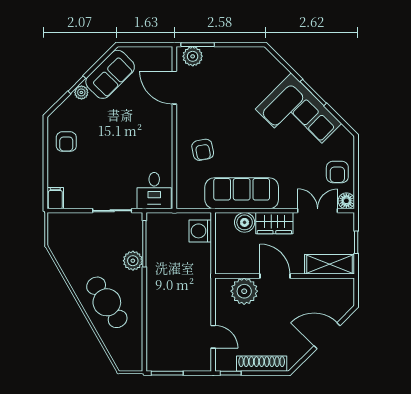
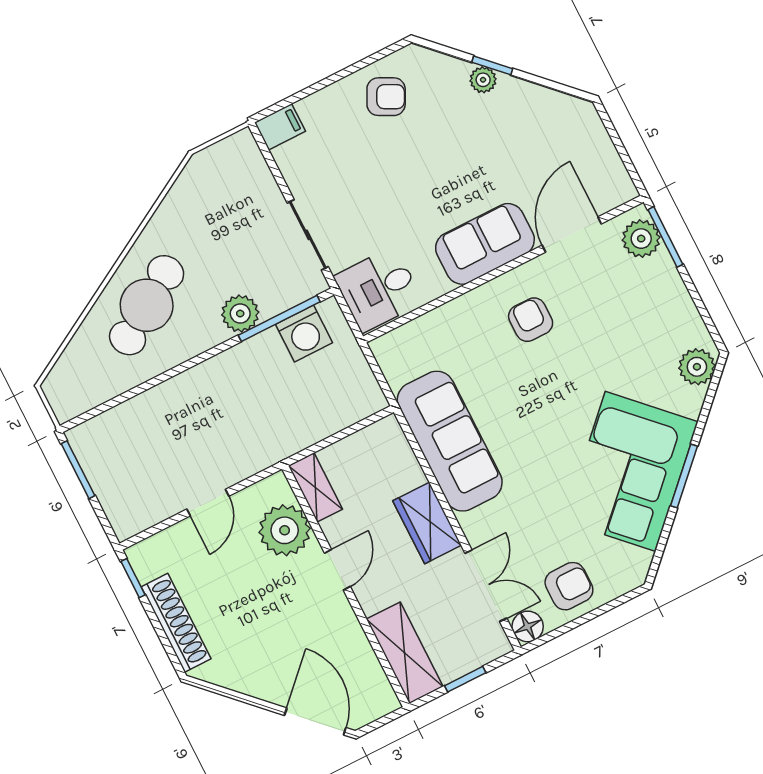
plant: (265, 61) -> (697, 367), added
sofa: (110, 74) -> (485, 244), moved, turned 135
armchair: (66, 142) -> (386, 97), turned -153
armchair: (203, 150) -> (531, 320), moved, turned 101
armchair: (337, 172) -> (569, 586), turned 180
boiler: (245, 222) -> (402, 471), removed
washing machine: (200, 231) -> (304, 334), moved, turned 180
shelving: (232, 267) -> (315, 487), added
door: (275, 276) -> (337, 570), width x0.73
door: (327, 336) -> (315, 721), moved
door: (213, 337) -> (208, 503), moved

